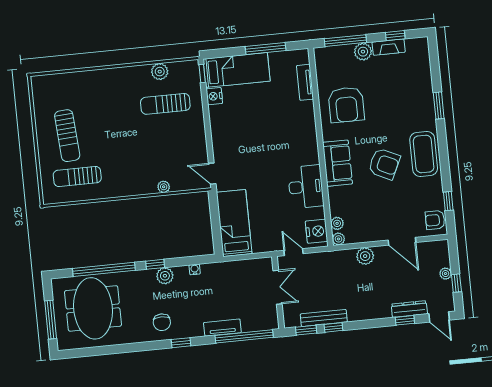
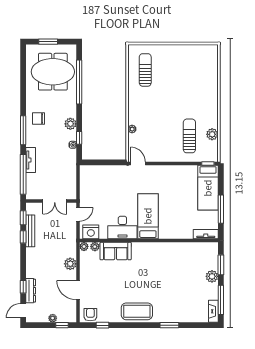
window: (395, 36) -> (221, 300), width x2.17
window: (345, 41) -> (221, 265), width x0.69
fireplace: (389, 47) -> (213, 311), moved
tv unit: (305, 82) -> (206, 234), moved
nightstand: (214, 96) -> (191, 170), removed
armchair: (346, 105) -> (176, 261), removed
sun lounger: (67, 136) -> (174, 66), removed
sofa: (338, 163) -> (116, 251), moved
armchair: (384, 164) -> (133, 283), removed
door: (212, 174) -> (138, 164), hinge flipped
bed: (234, 223) -> (148, 216), moved, turned -90
door: (402, 241) -> (78, 290), hinge flipped
window: (155, 264) -> (79, 138), moved
window: (456, 283) -> (62, 325), moved
window: (51, 320) -> (48, 42), width x0.69
window: (181, 343) -> (23, 130), width x2.17

